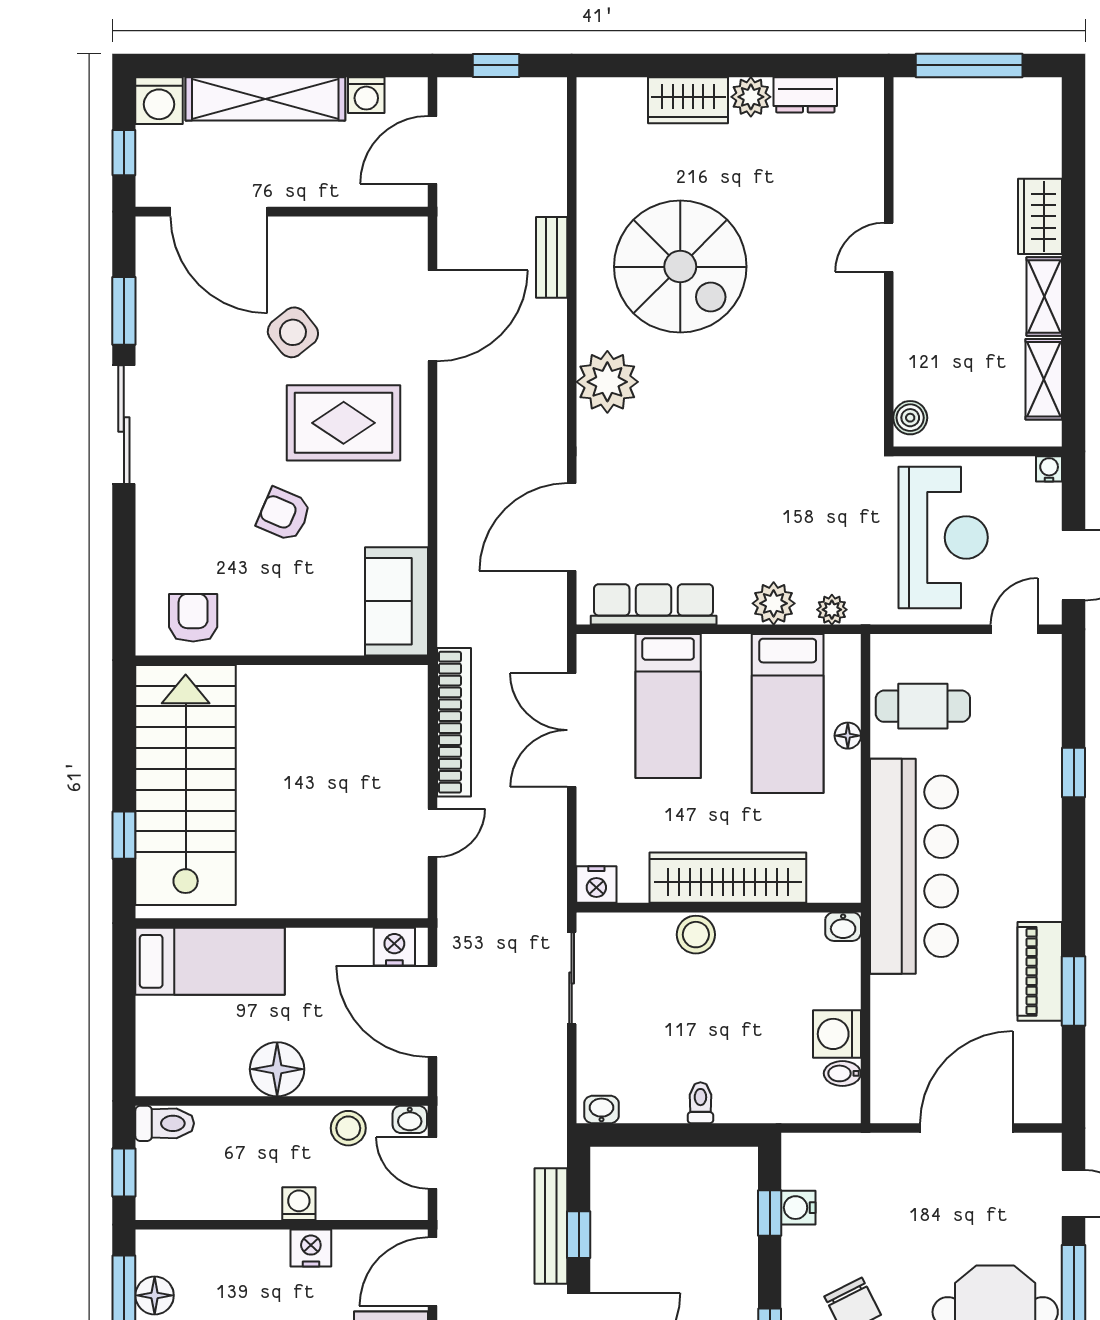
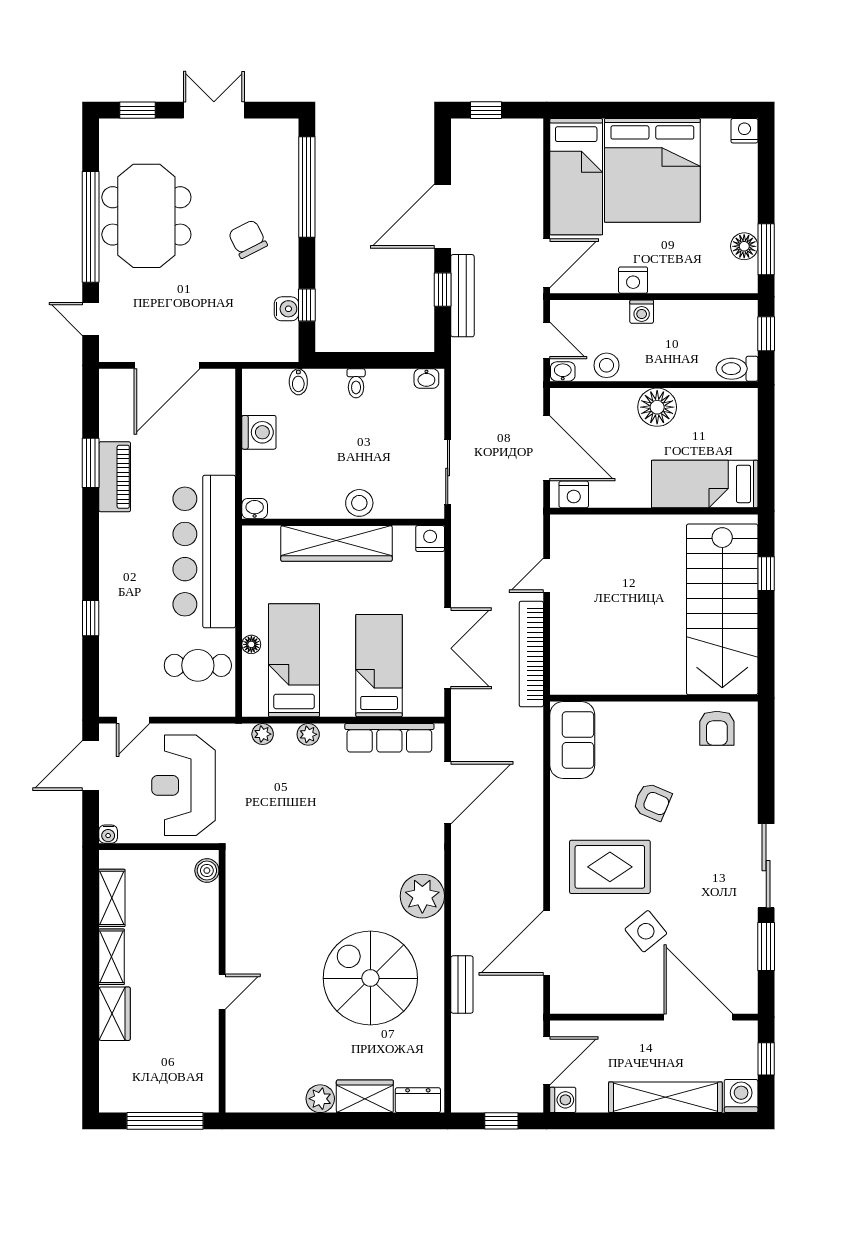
washing machine: (366, 95) -> (563, 1100), moved, turned 90
dresser: (805, 95) -> (418, 1100), moved
plant: (774, 603) -> (308, 734), width x0.73, depth x0.73
bidet: (842, 1073) -> (298, 382), moved, turned 90

